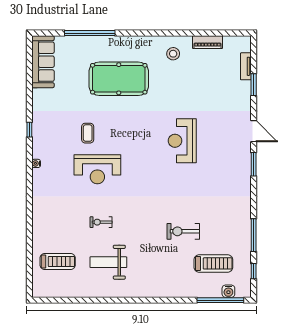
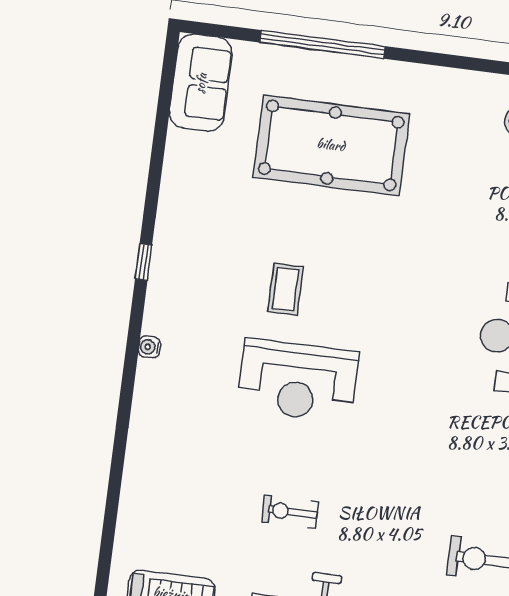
sofa: (43, 62) -> (201, 83), width x0.73
pool table: (119, 79) -> (331, 145), moved

